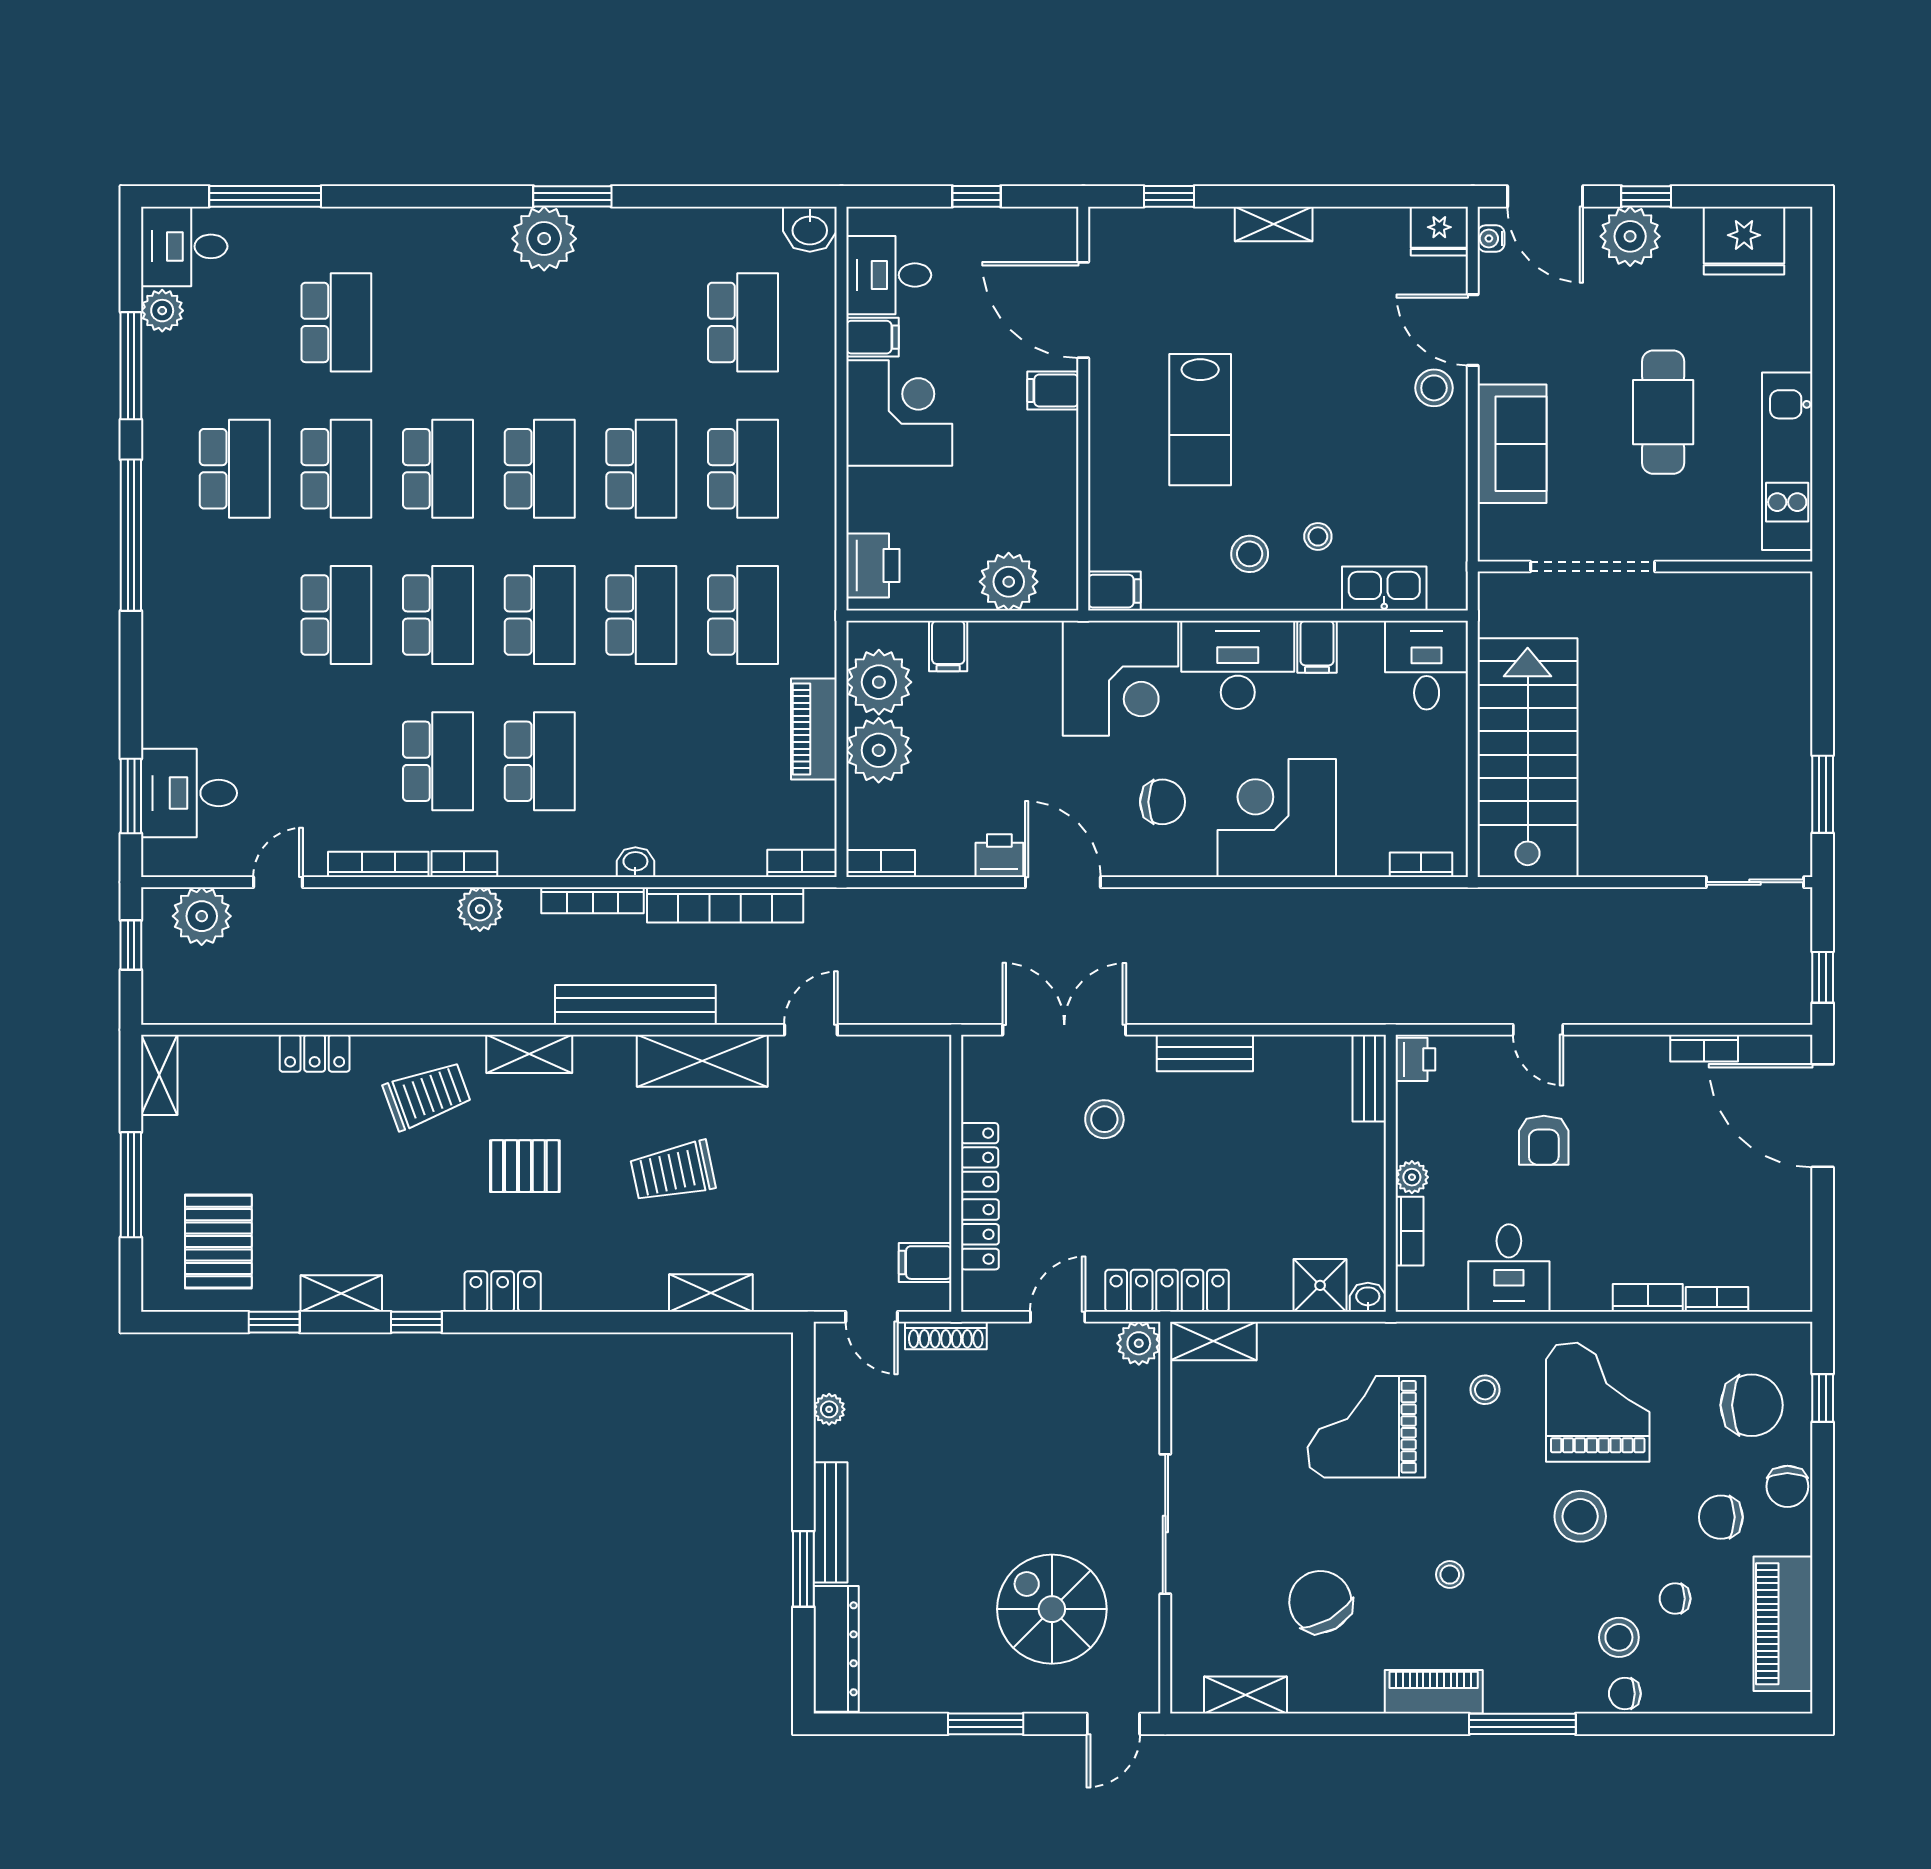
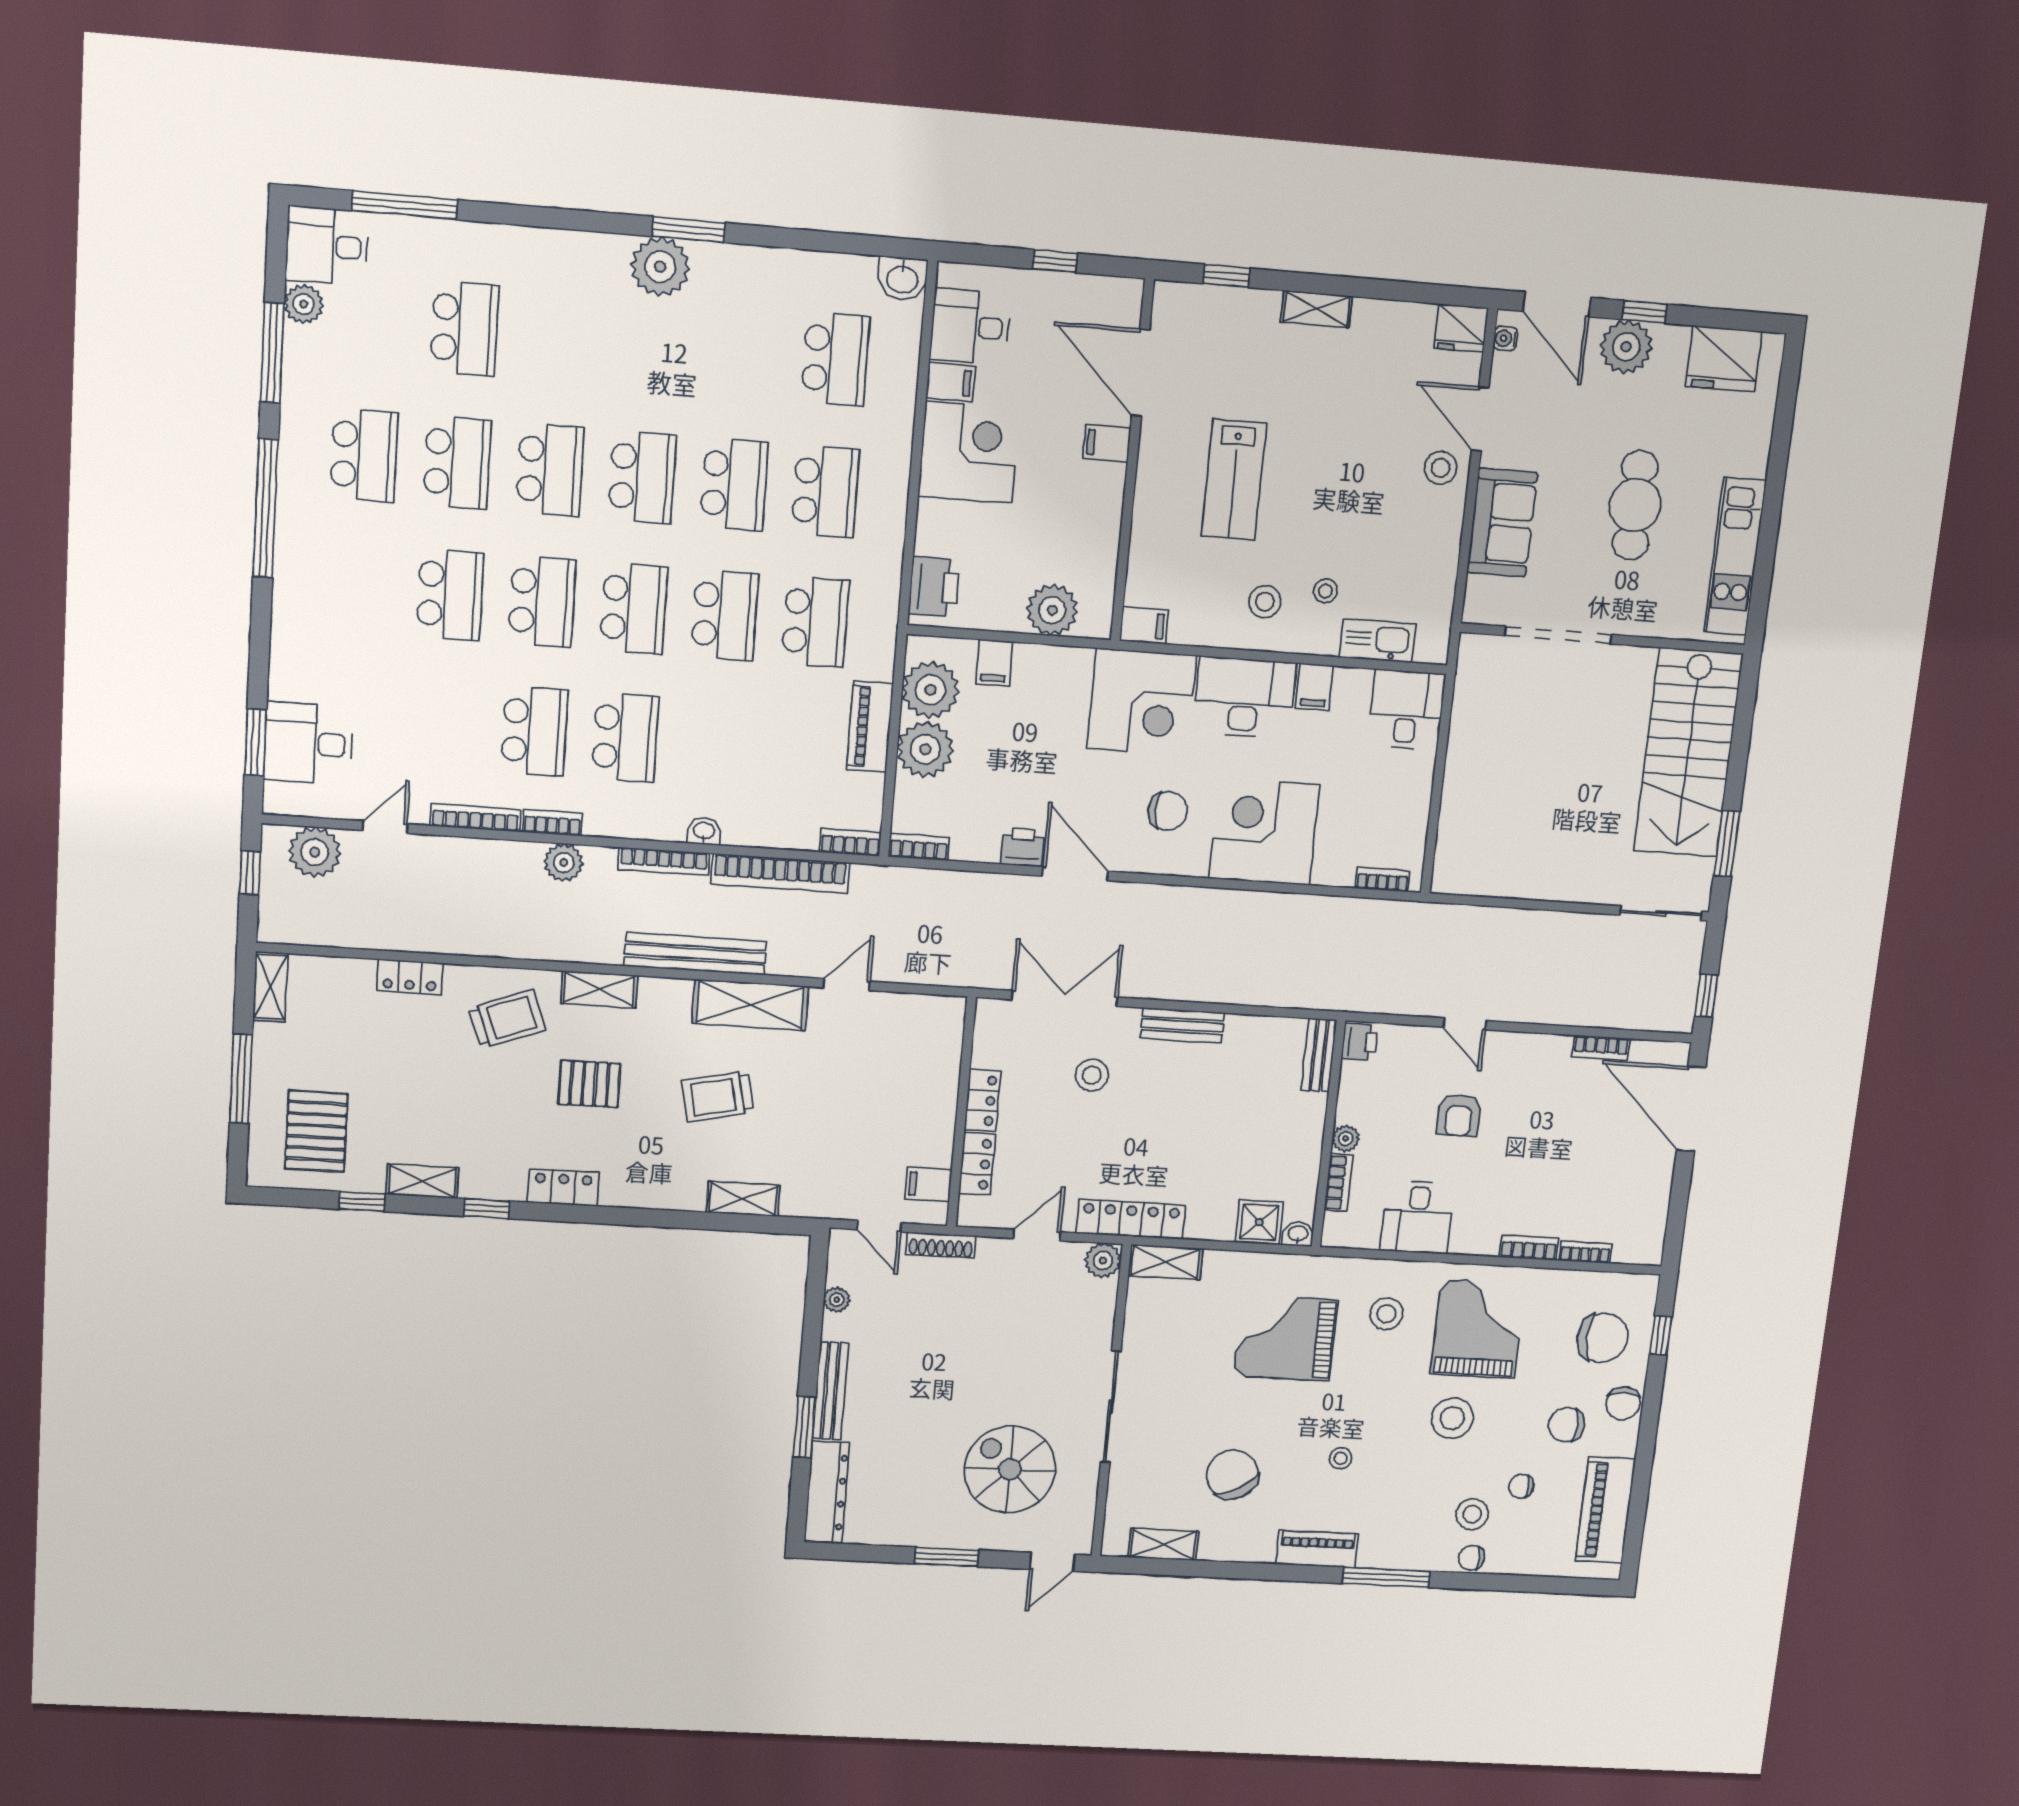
stairs: (1528, 758) -> (1688, 753), moved, turned 180
stool: (1485, 1390) -> (1386, 1314), width x1.37, depth x1.37

